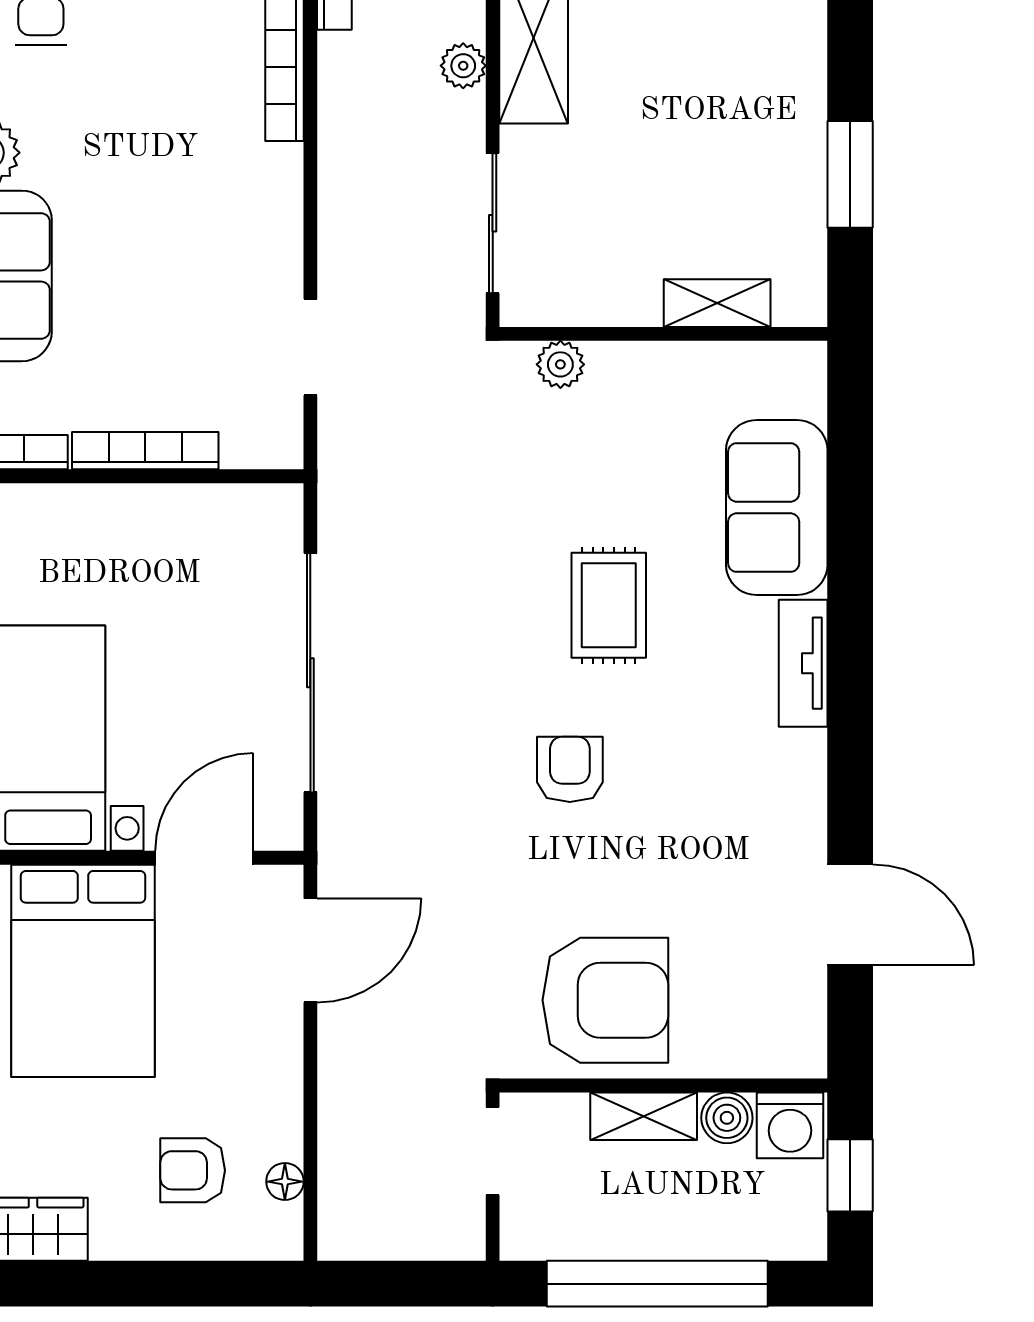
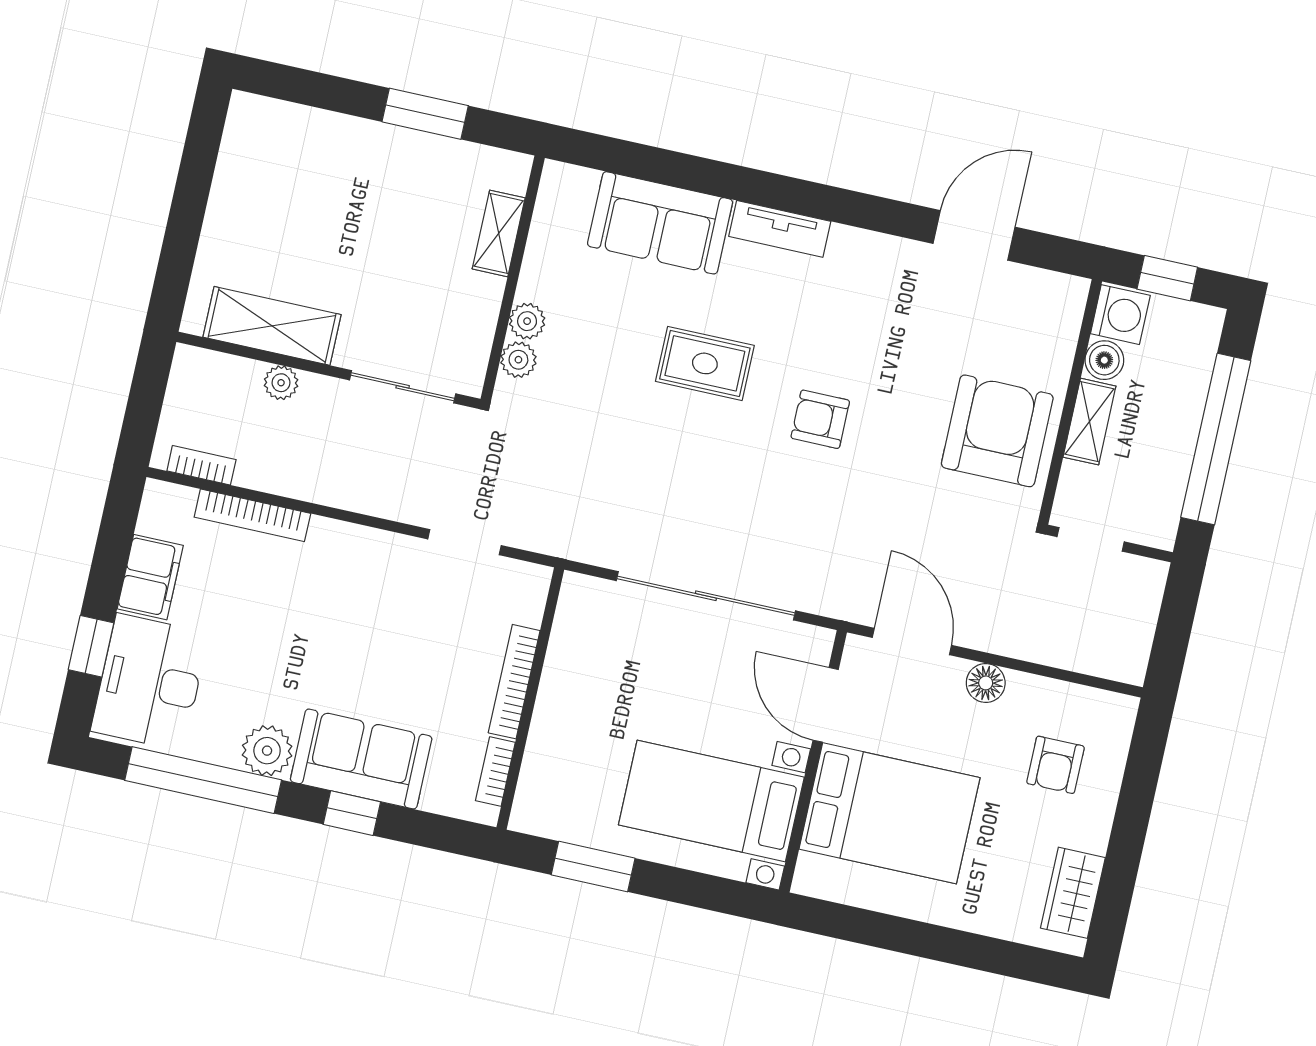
plant: (612, 365) -> (527, 321), added
floor lamp: (285, 1182) -> (986, 683), moved, width x1.37, depth x1.37

